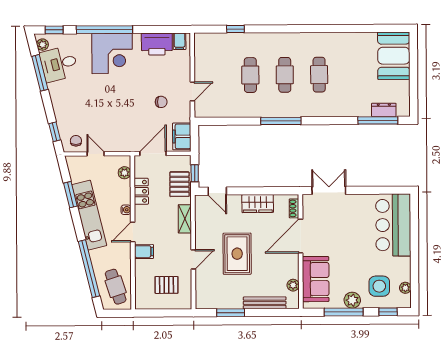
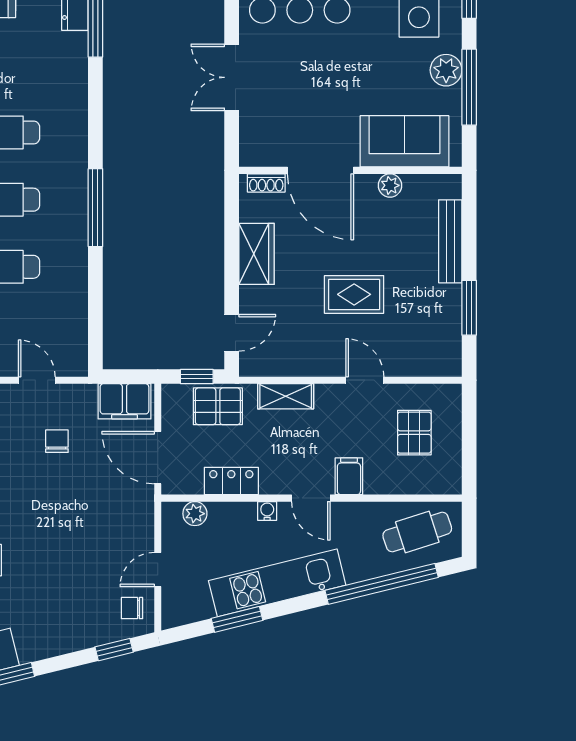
double door: (329, 190) -> (232, 77), moved
rug: (237, 254) -> (354, 294), width x0.73, depth x0.70
plant: (293, 285) -> (390, 185), moved

